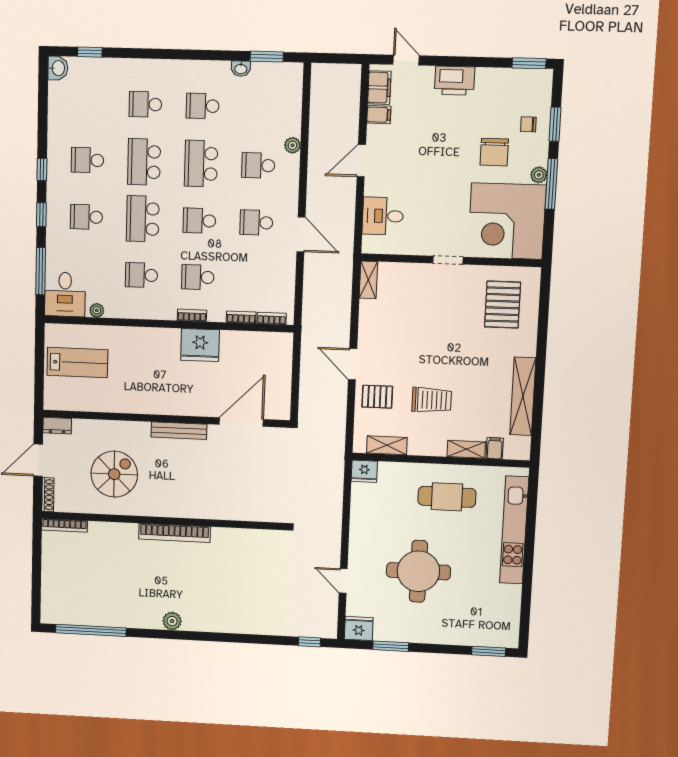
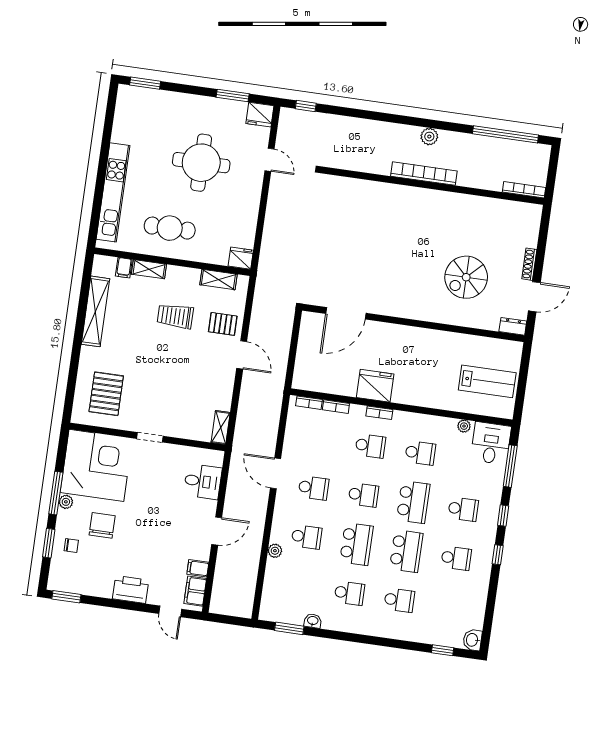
lab bench: (77, 363) -> (487, 381), turned 180
bench: (179, 431) -> (403, 311), removed
wall: (163, 521) -> (433, 186), moved
bookcase: (64, 525) -> (524, 190), moved
bookcase: (175, 533) -> (424, 174), moved

